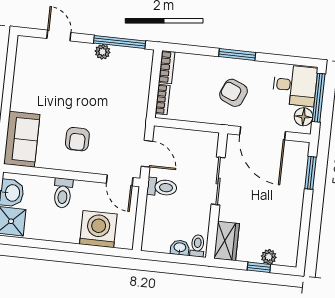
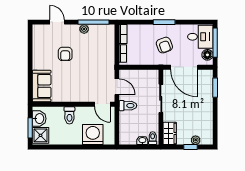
armchair: (234, 93) -> (164, 45), turned -133
armchair: (77, 139) -> (65, 54), moved

